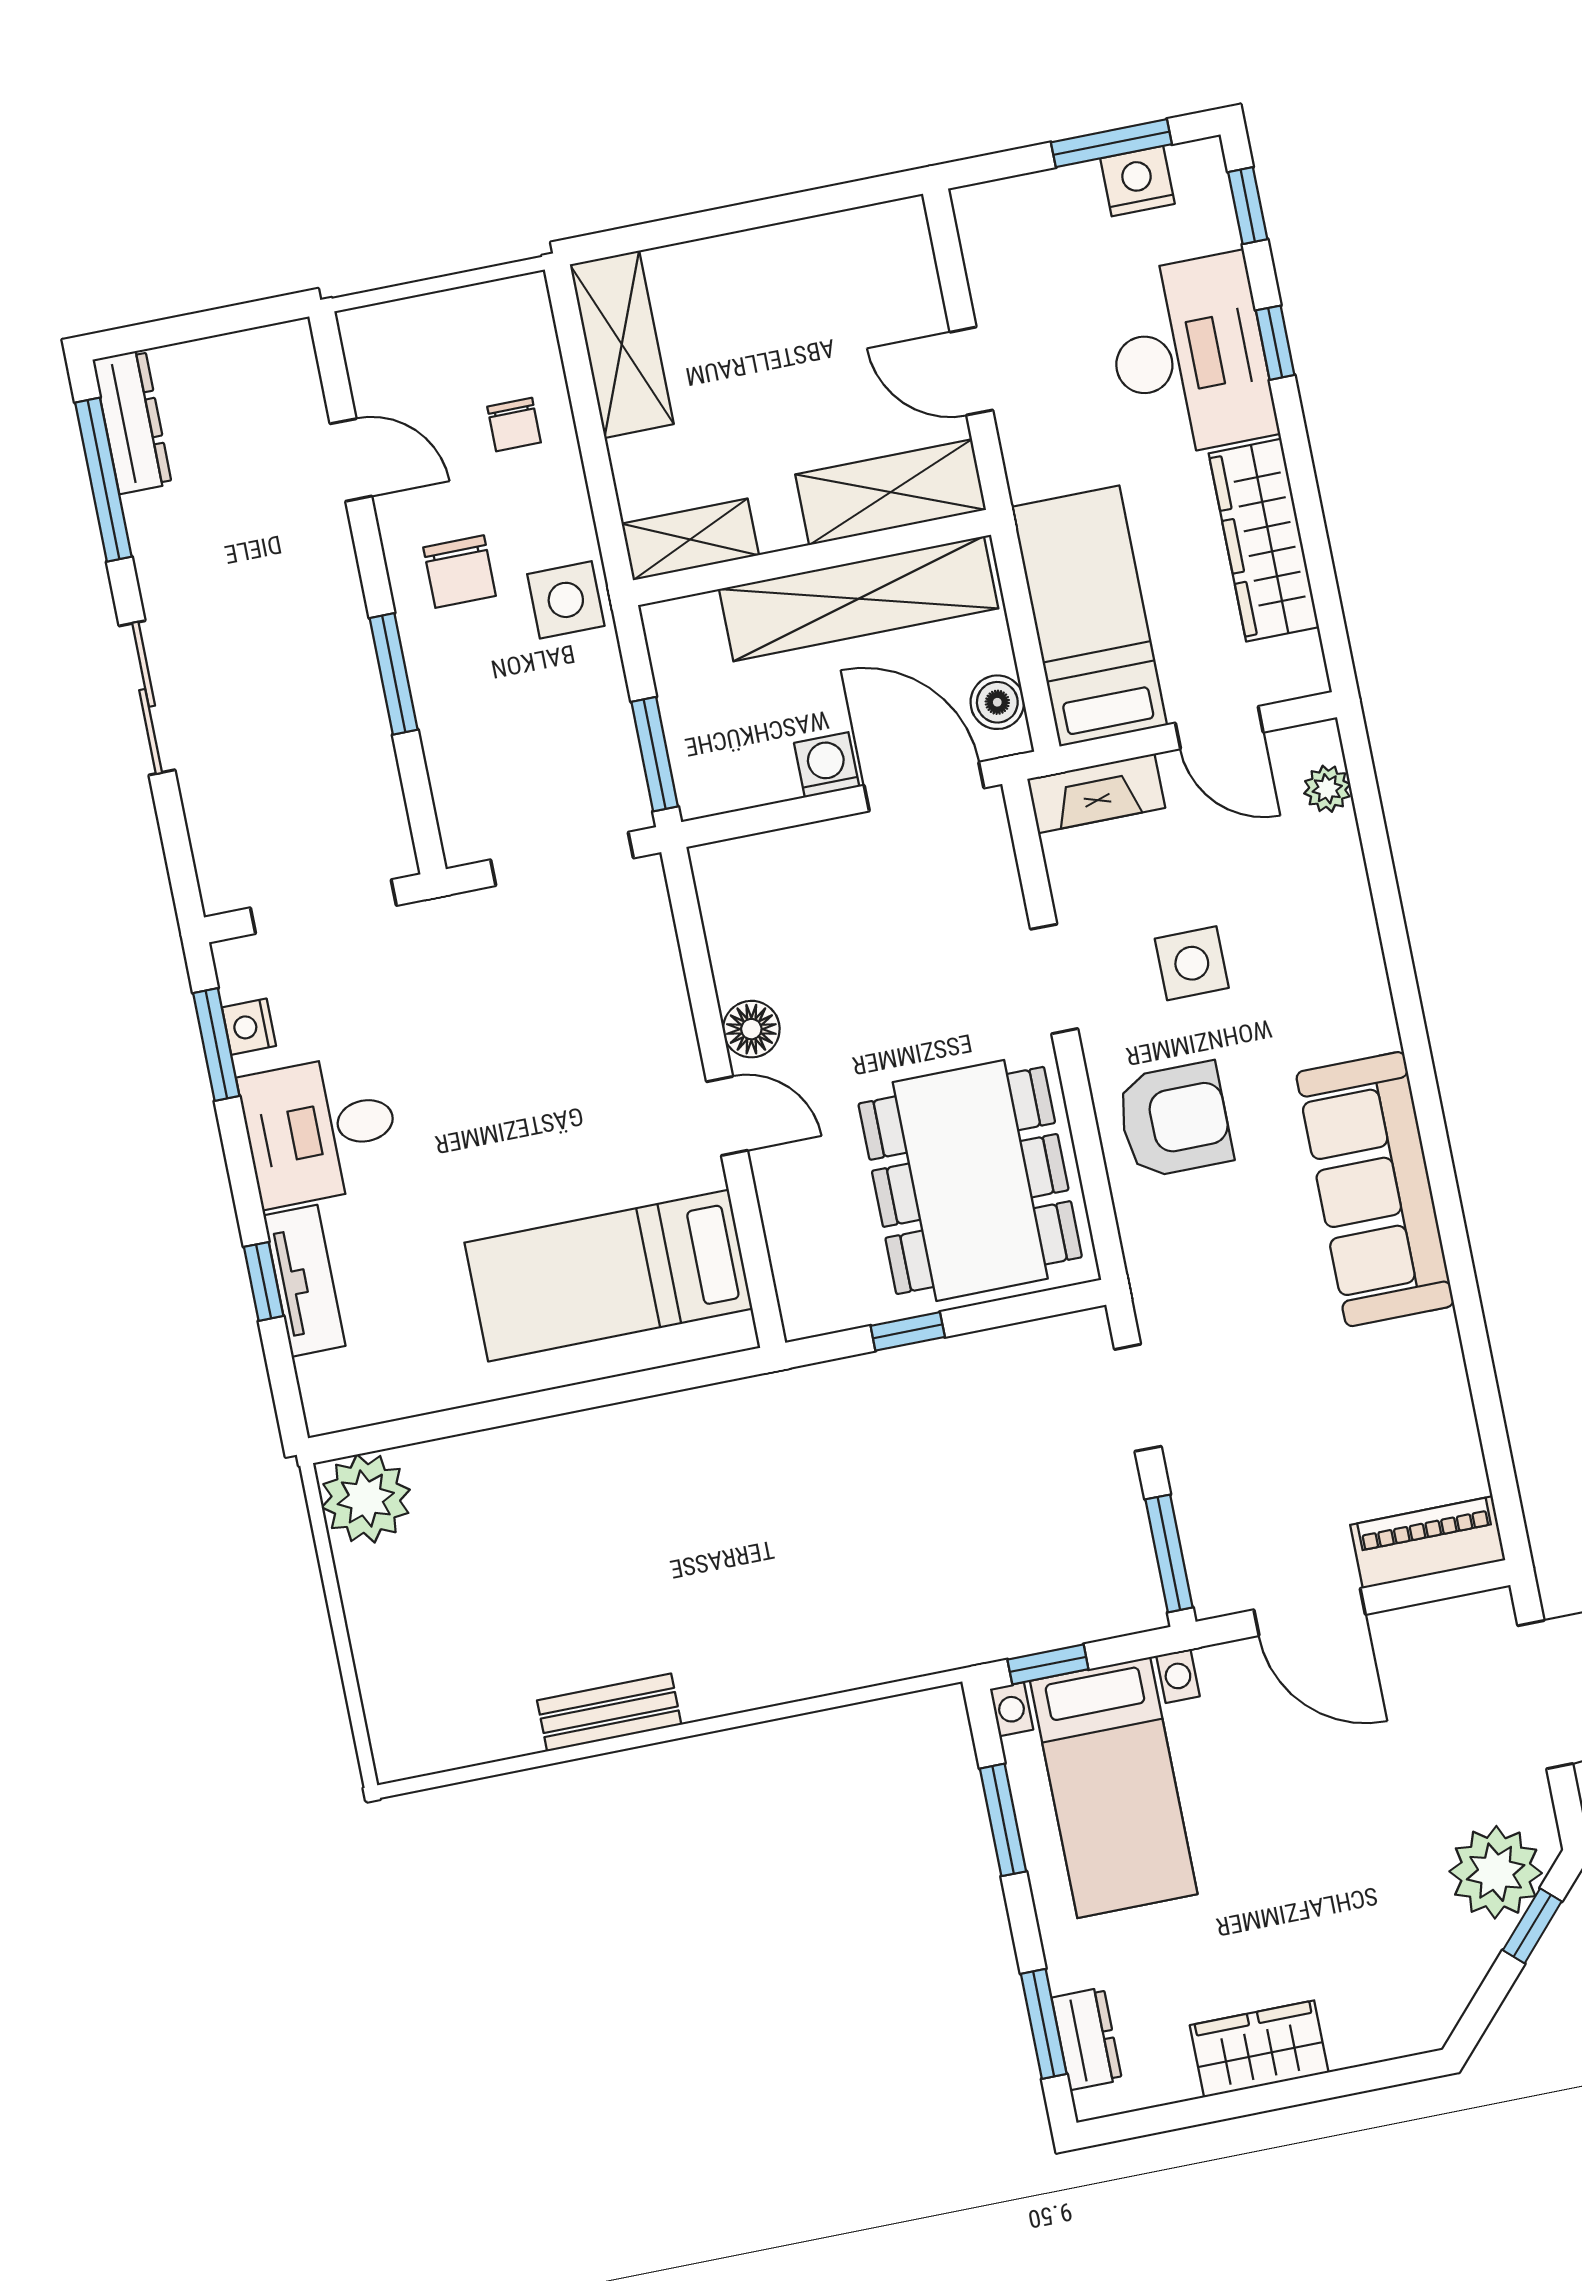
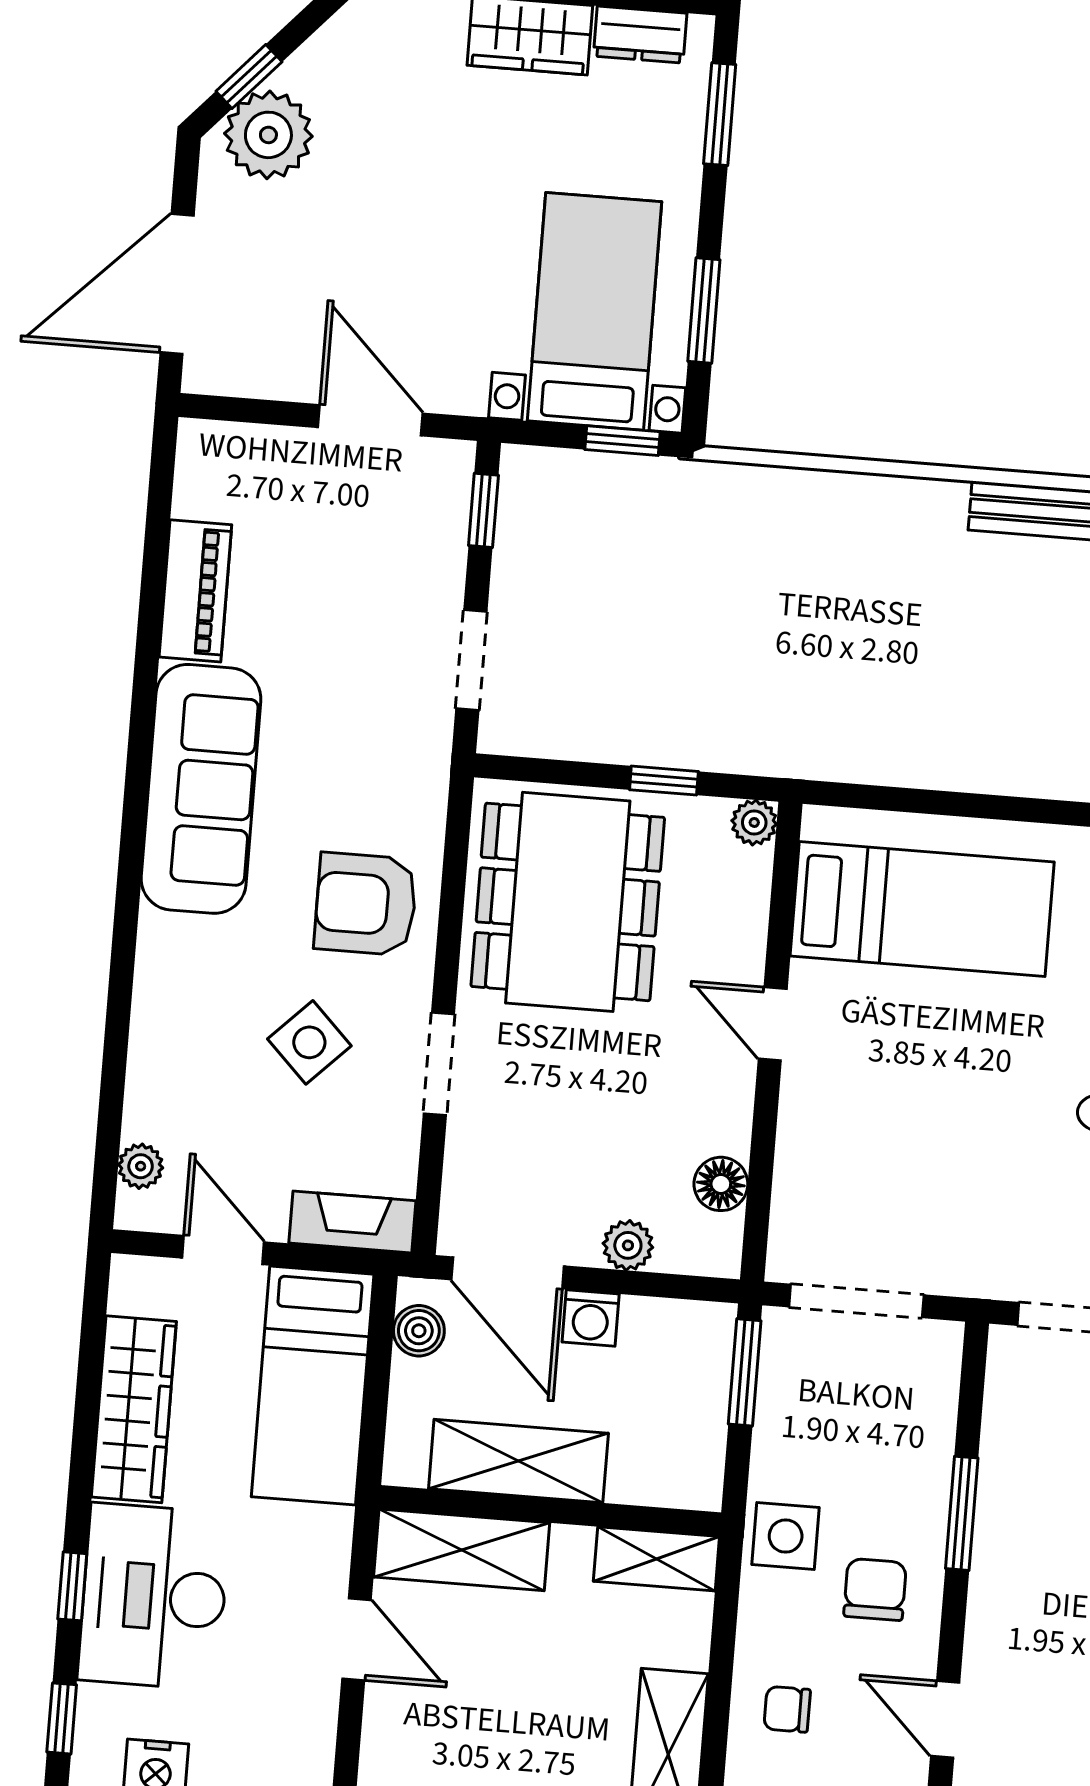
chair: (514, 425) -> (787, 1709), turned -90
shelving: (859, 599) -> (518, 1461), width x0.68
plant: (810, 849) -> (628, 1245), added
side table: (1192, 963) -> (309, 1042), turned 45
floor lamp: (751, 1029) -> (721, 1184), moved
plant: (804, 1315) -> (754, 822), added
piano: (1428, 1542) -> (195, 591), moved, turned -90
window: (1169, 1553) -> (483, 510), width x0.67
dresser: (1087, 2039) -> (640, 35), moved, turned -90

